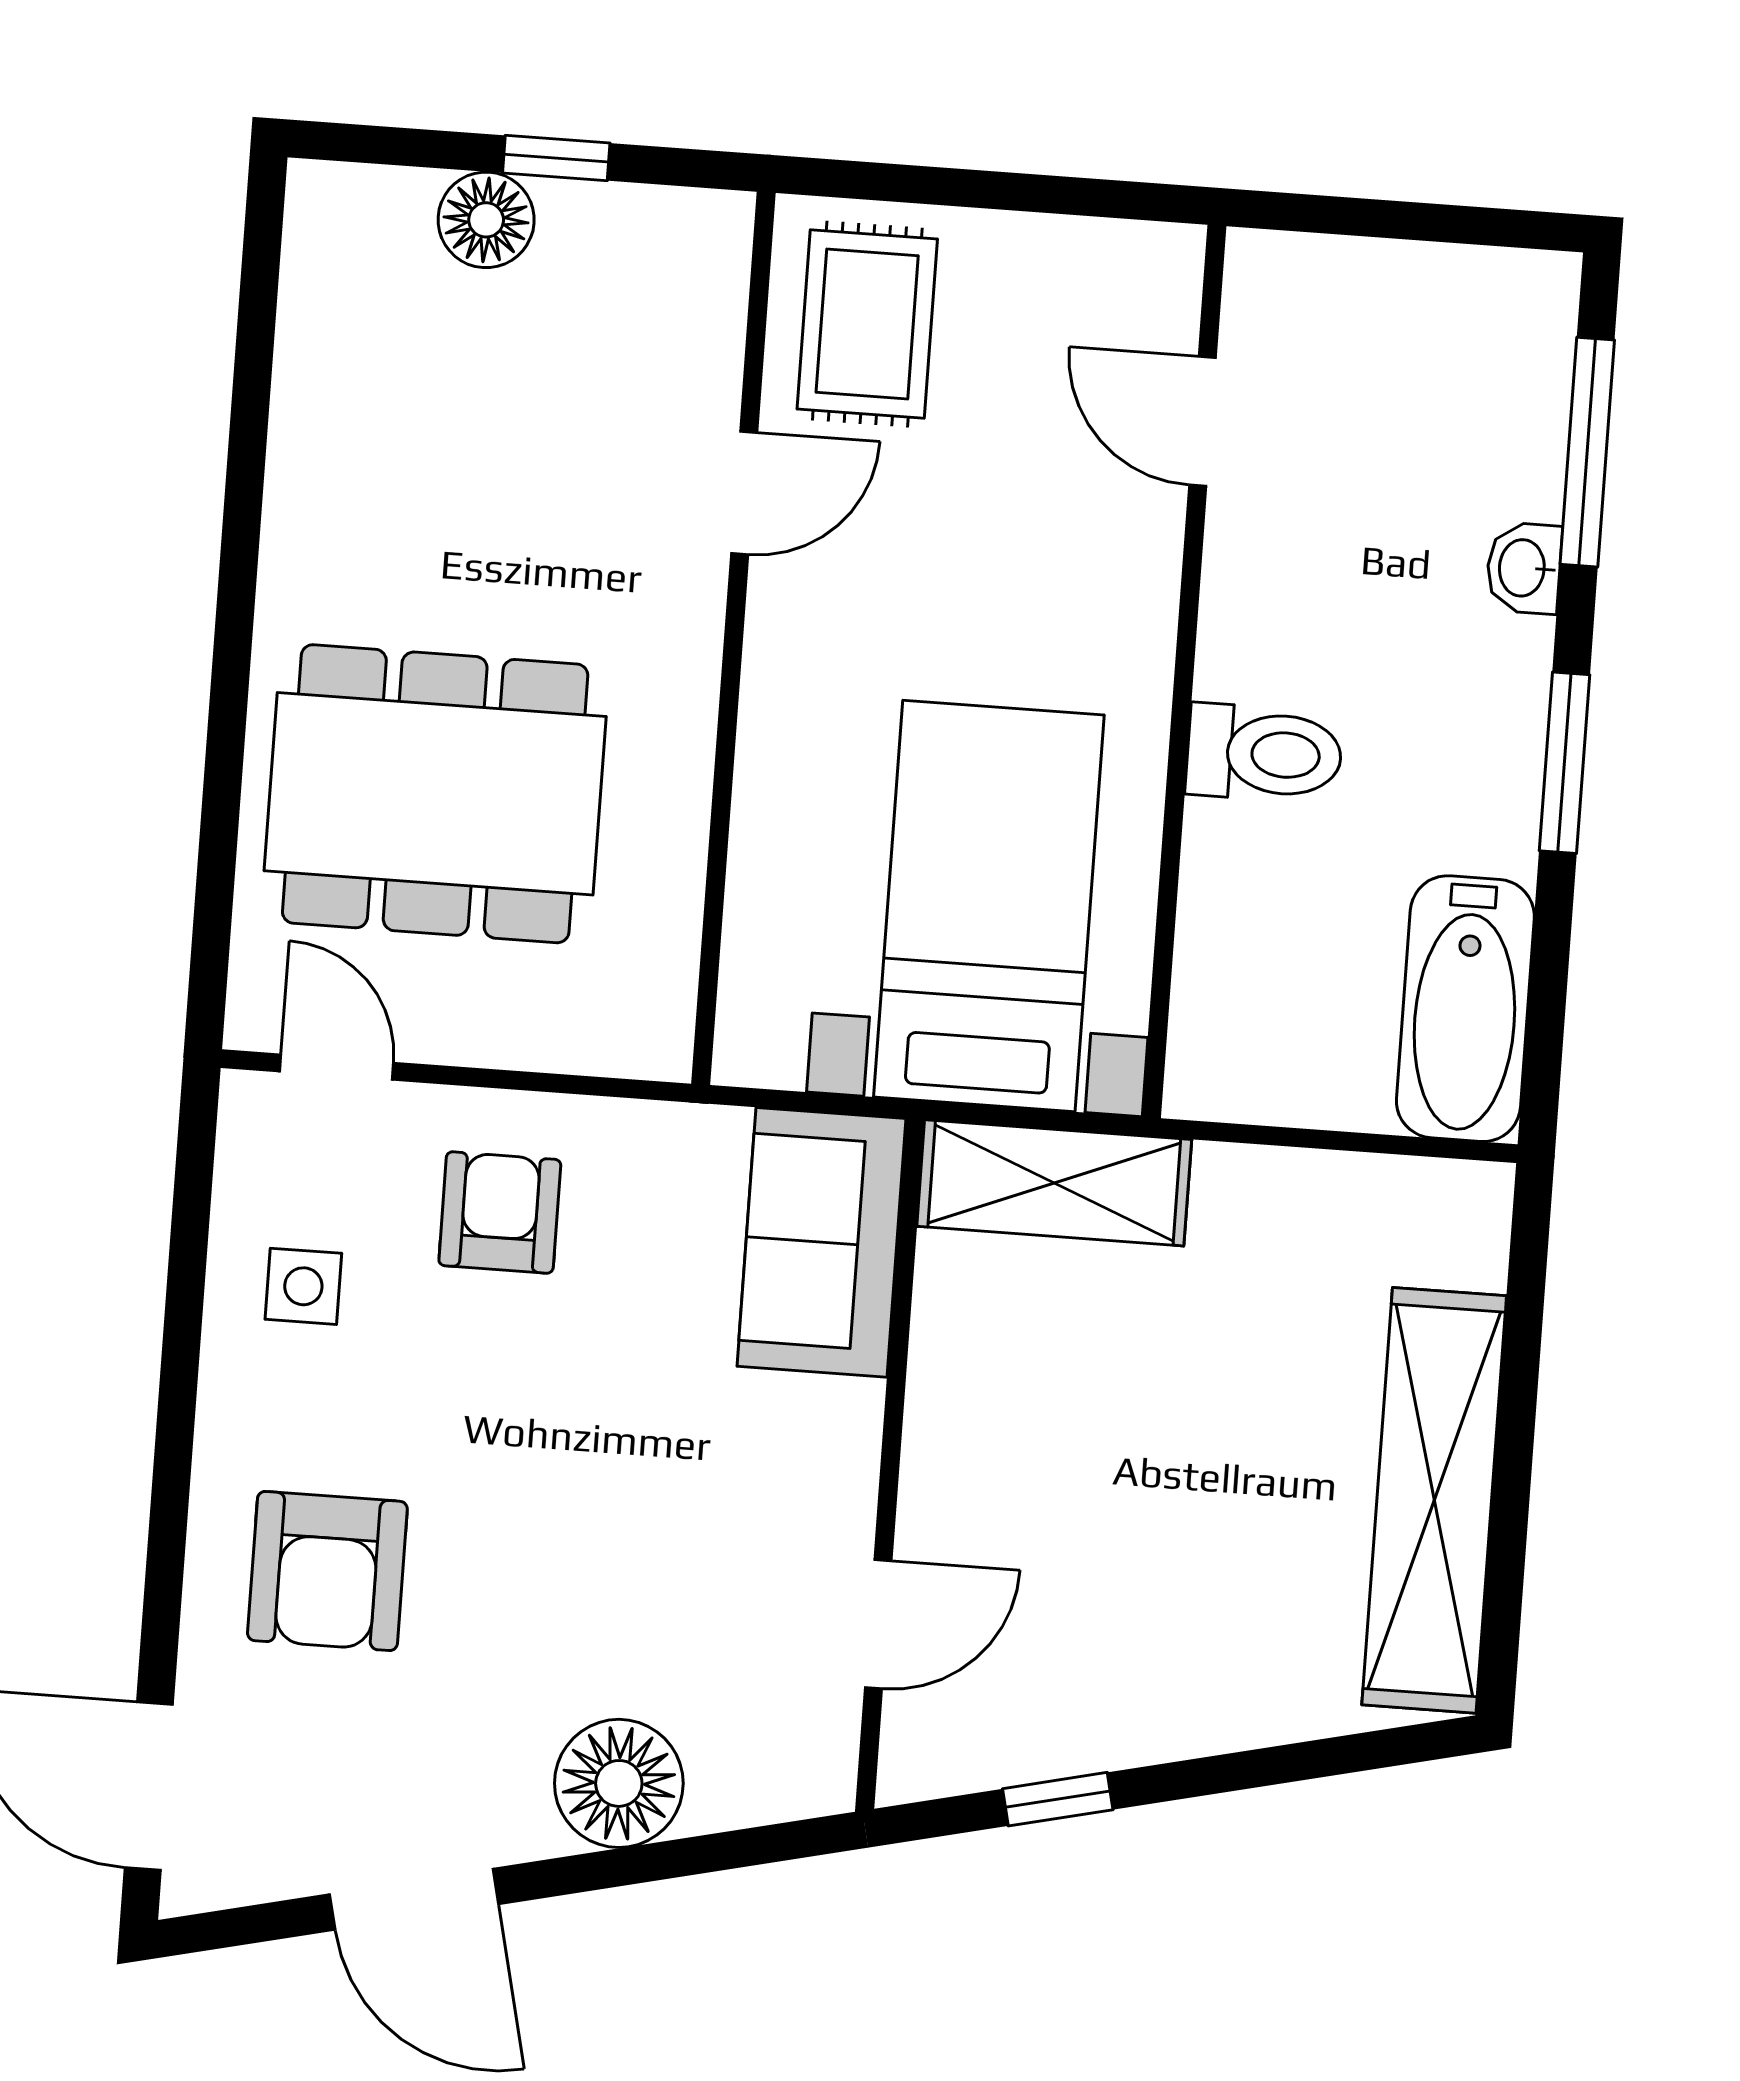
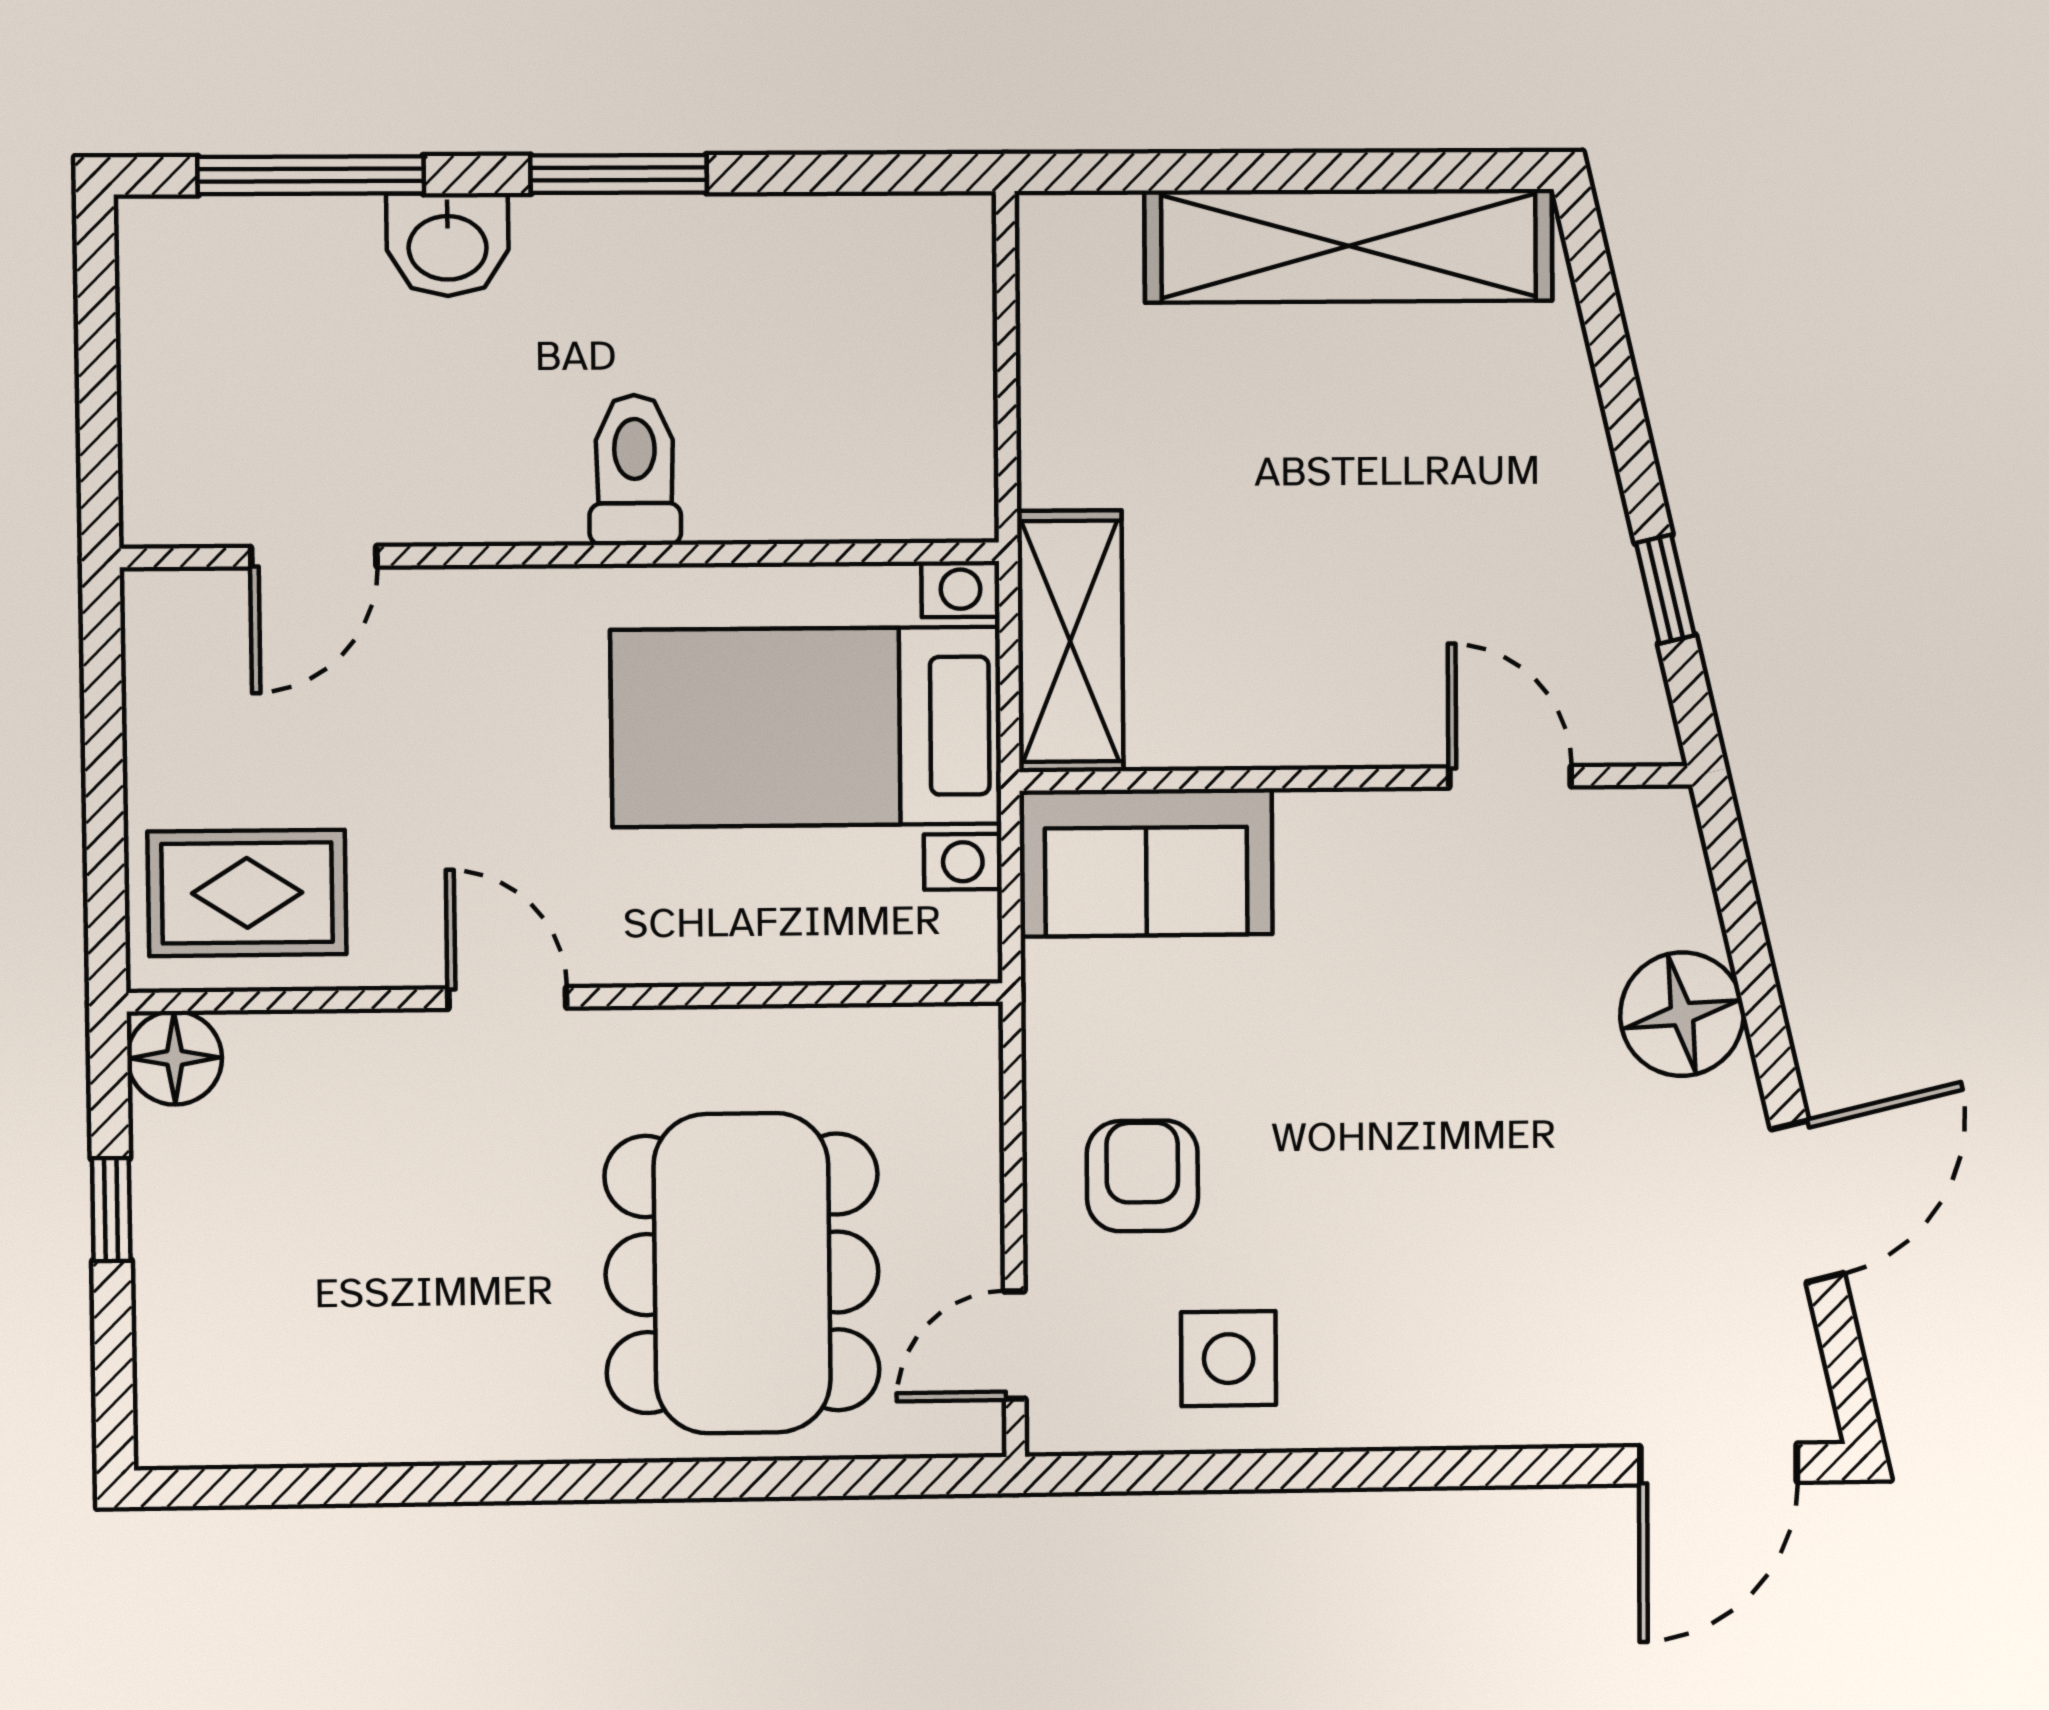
floor lamp: (486, 220) -> (175, 1058), moved
door: (744, 493) -> (507, 998), moved
washbasin: (1524, 568) -> (448, 245), width x1.38, depth x1.45
bathtub: (1465, 1009) -> (868, 253), removed
armchair: (500, 1213) -> (1142, 1176), turned 90
side table: (303, 1286) -> (1229, 1359), width x1.37, depth x1.37
armchair: (327, 1571) -> (1500, 1311), removed

